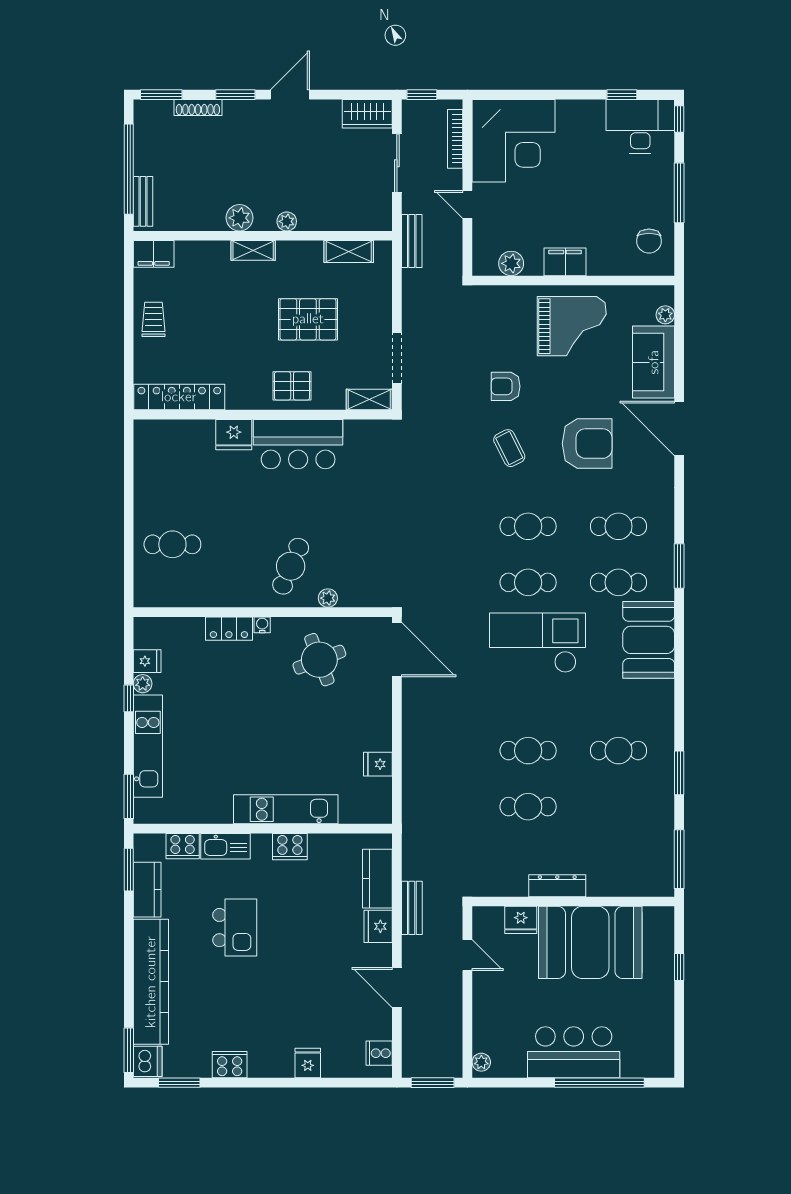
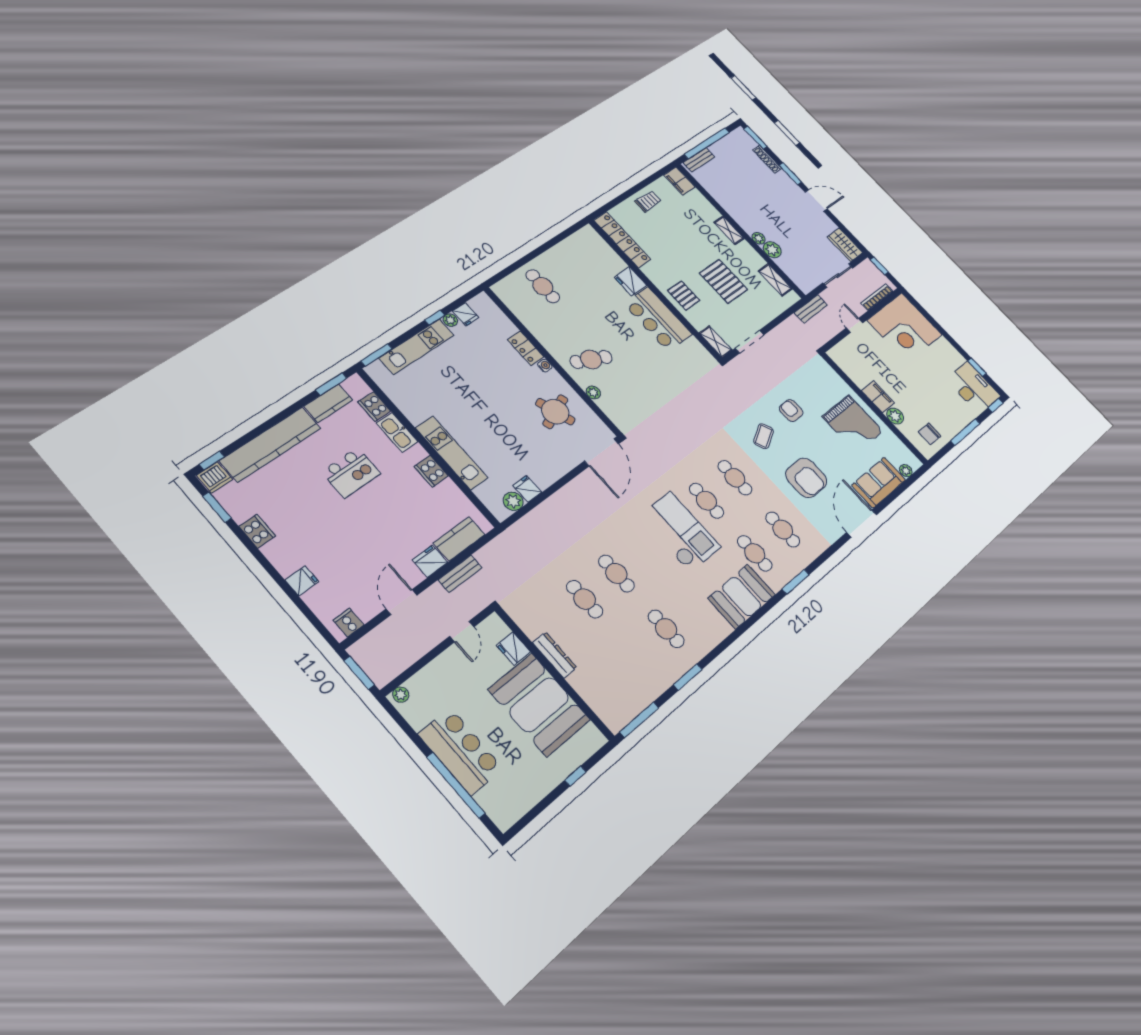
plant: (240, 218) -> (772, 250), moved
plant: (511, 263) -> (895, 416), moved
plant: (380, 790) -> (513, 501), added
window: (129, 1050) -> (212, 461), width x0.67

